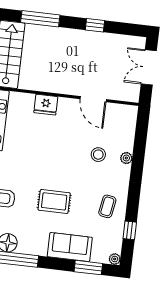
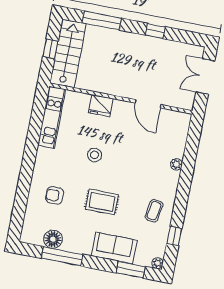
stool: (98, 155) -> (95, 155), moved

